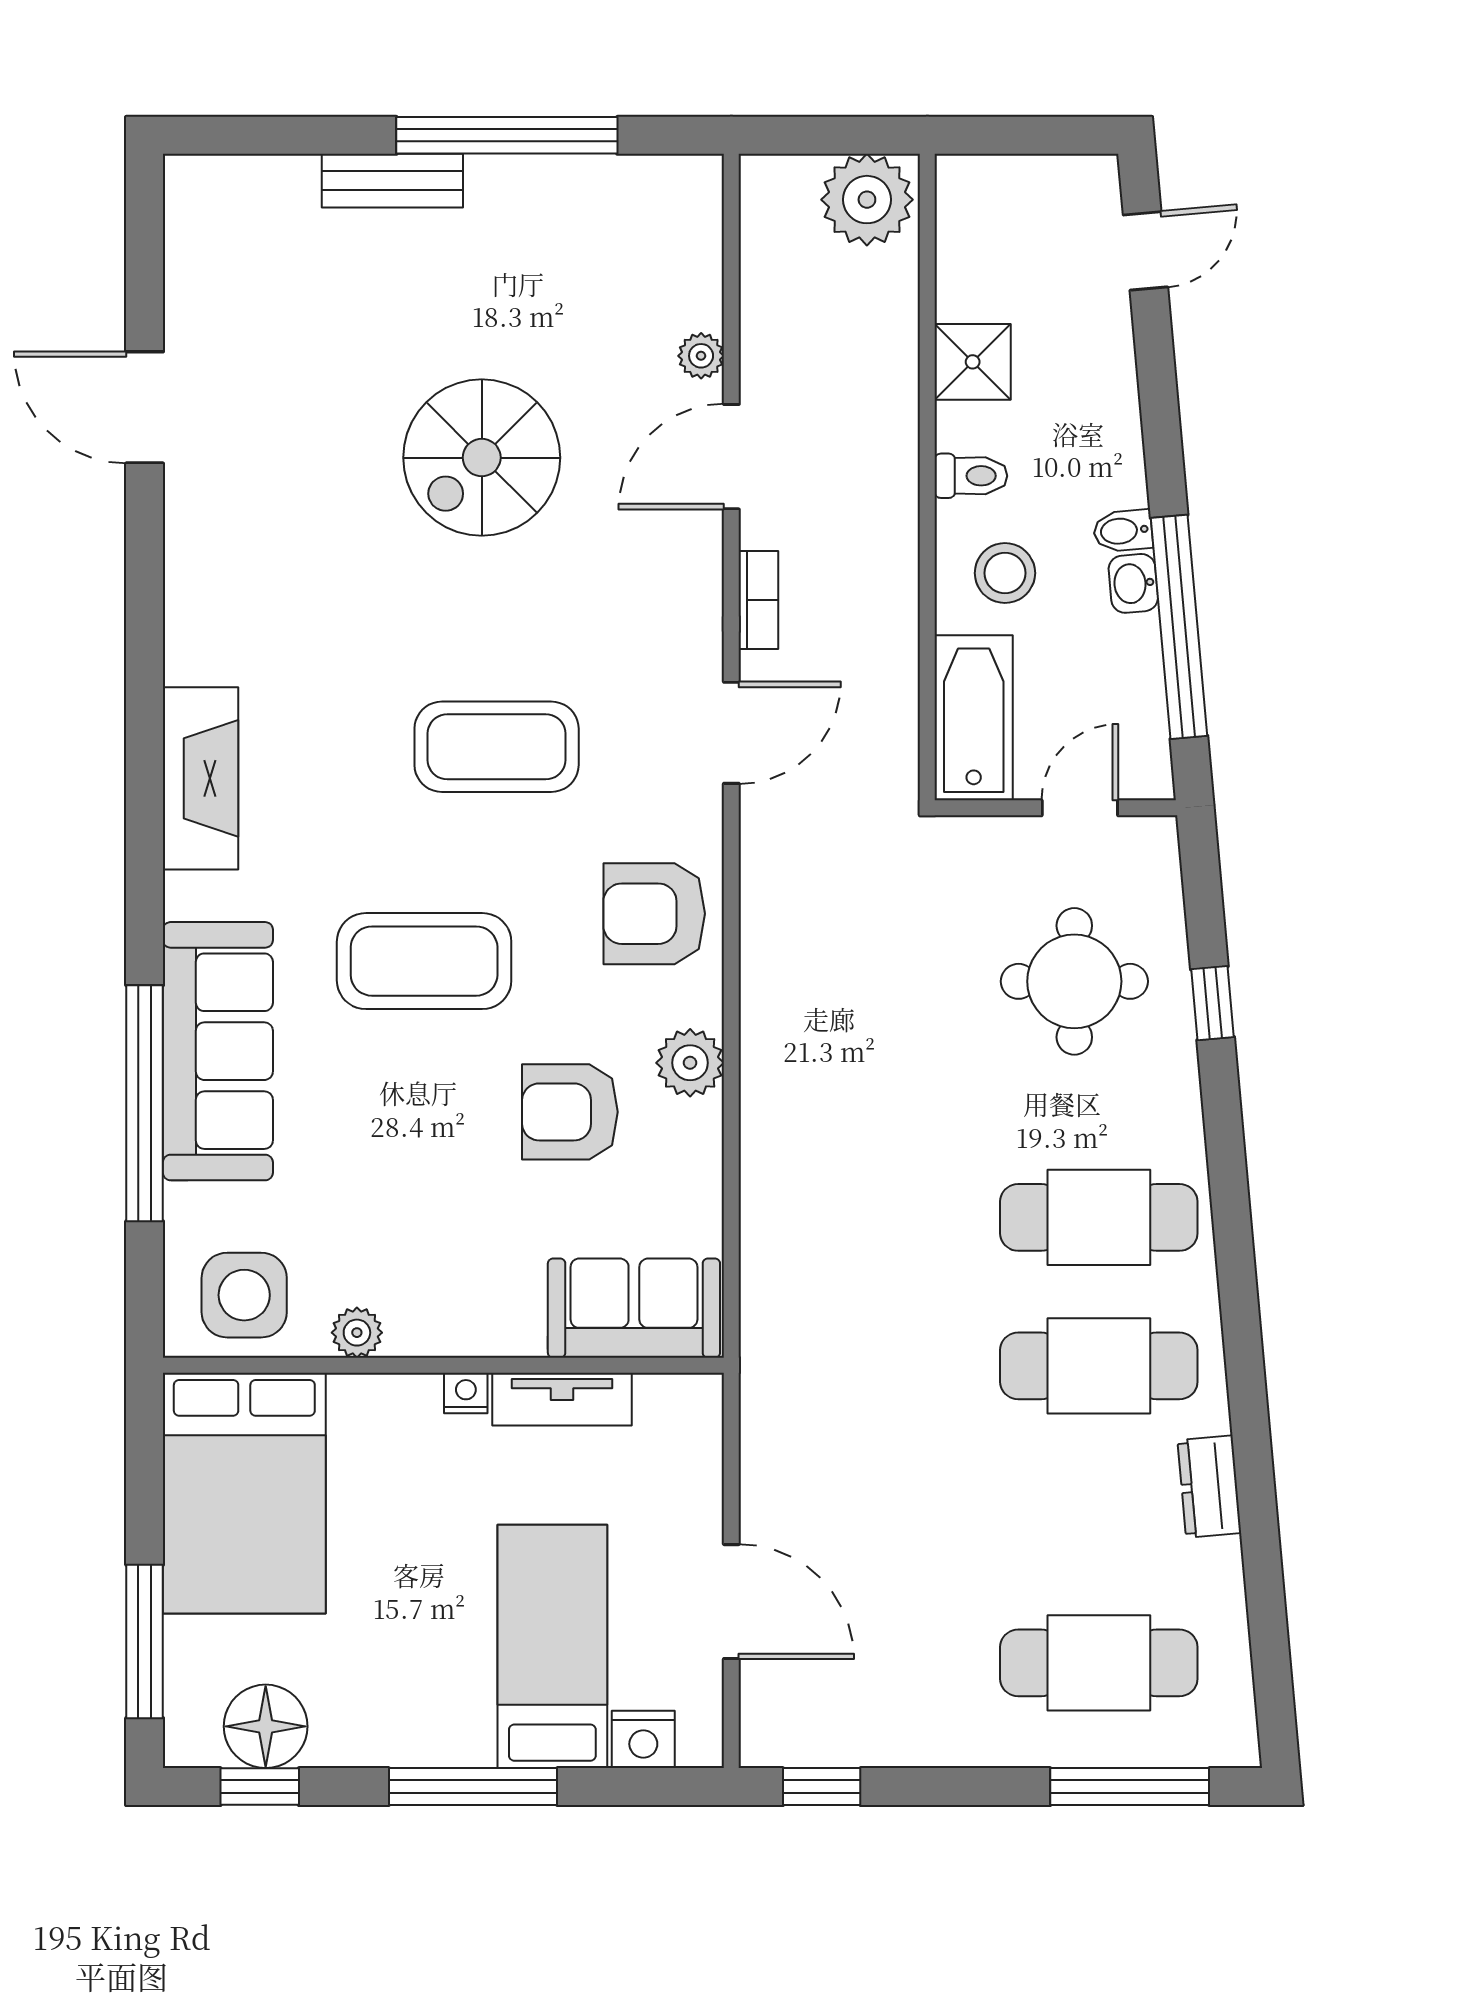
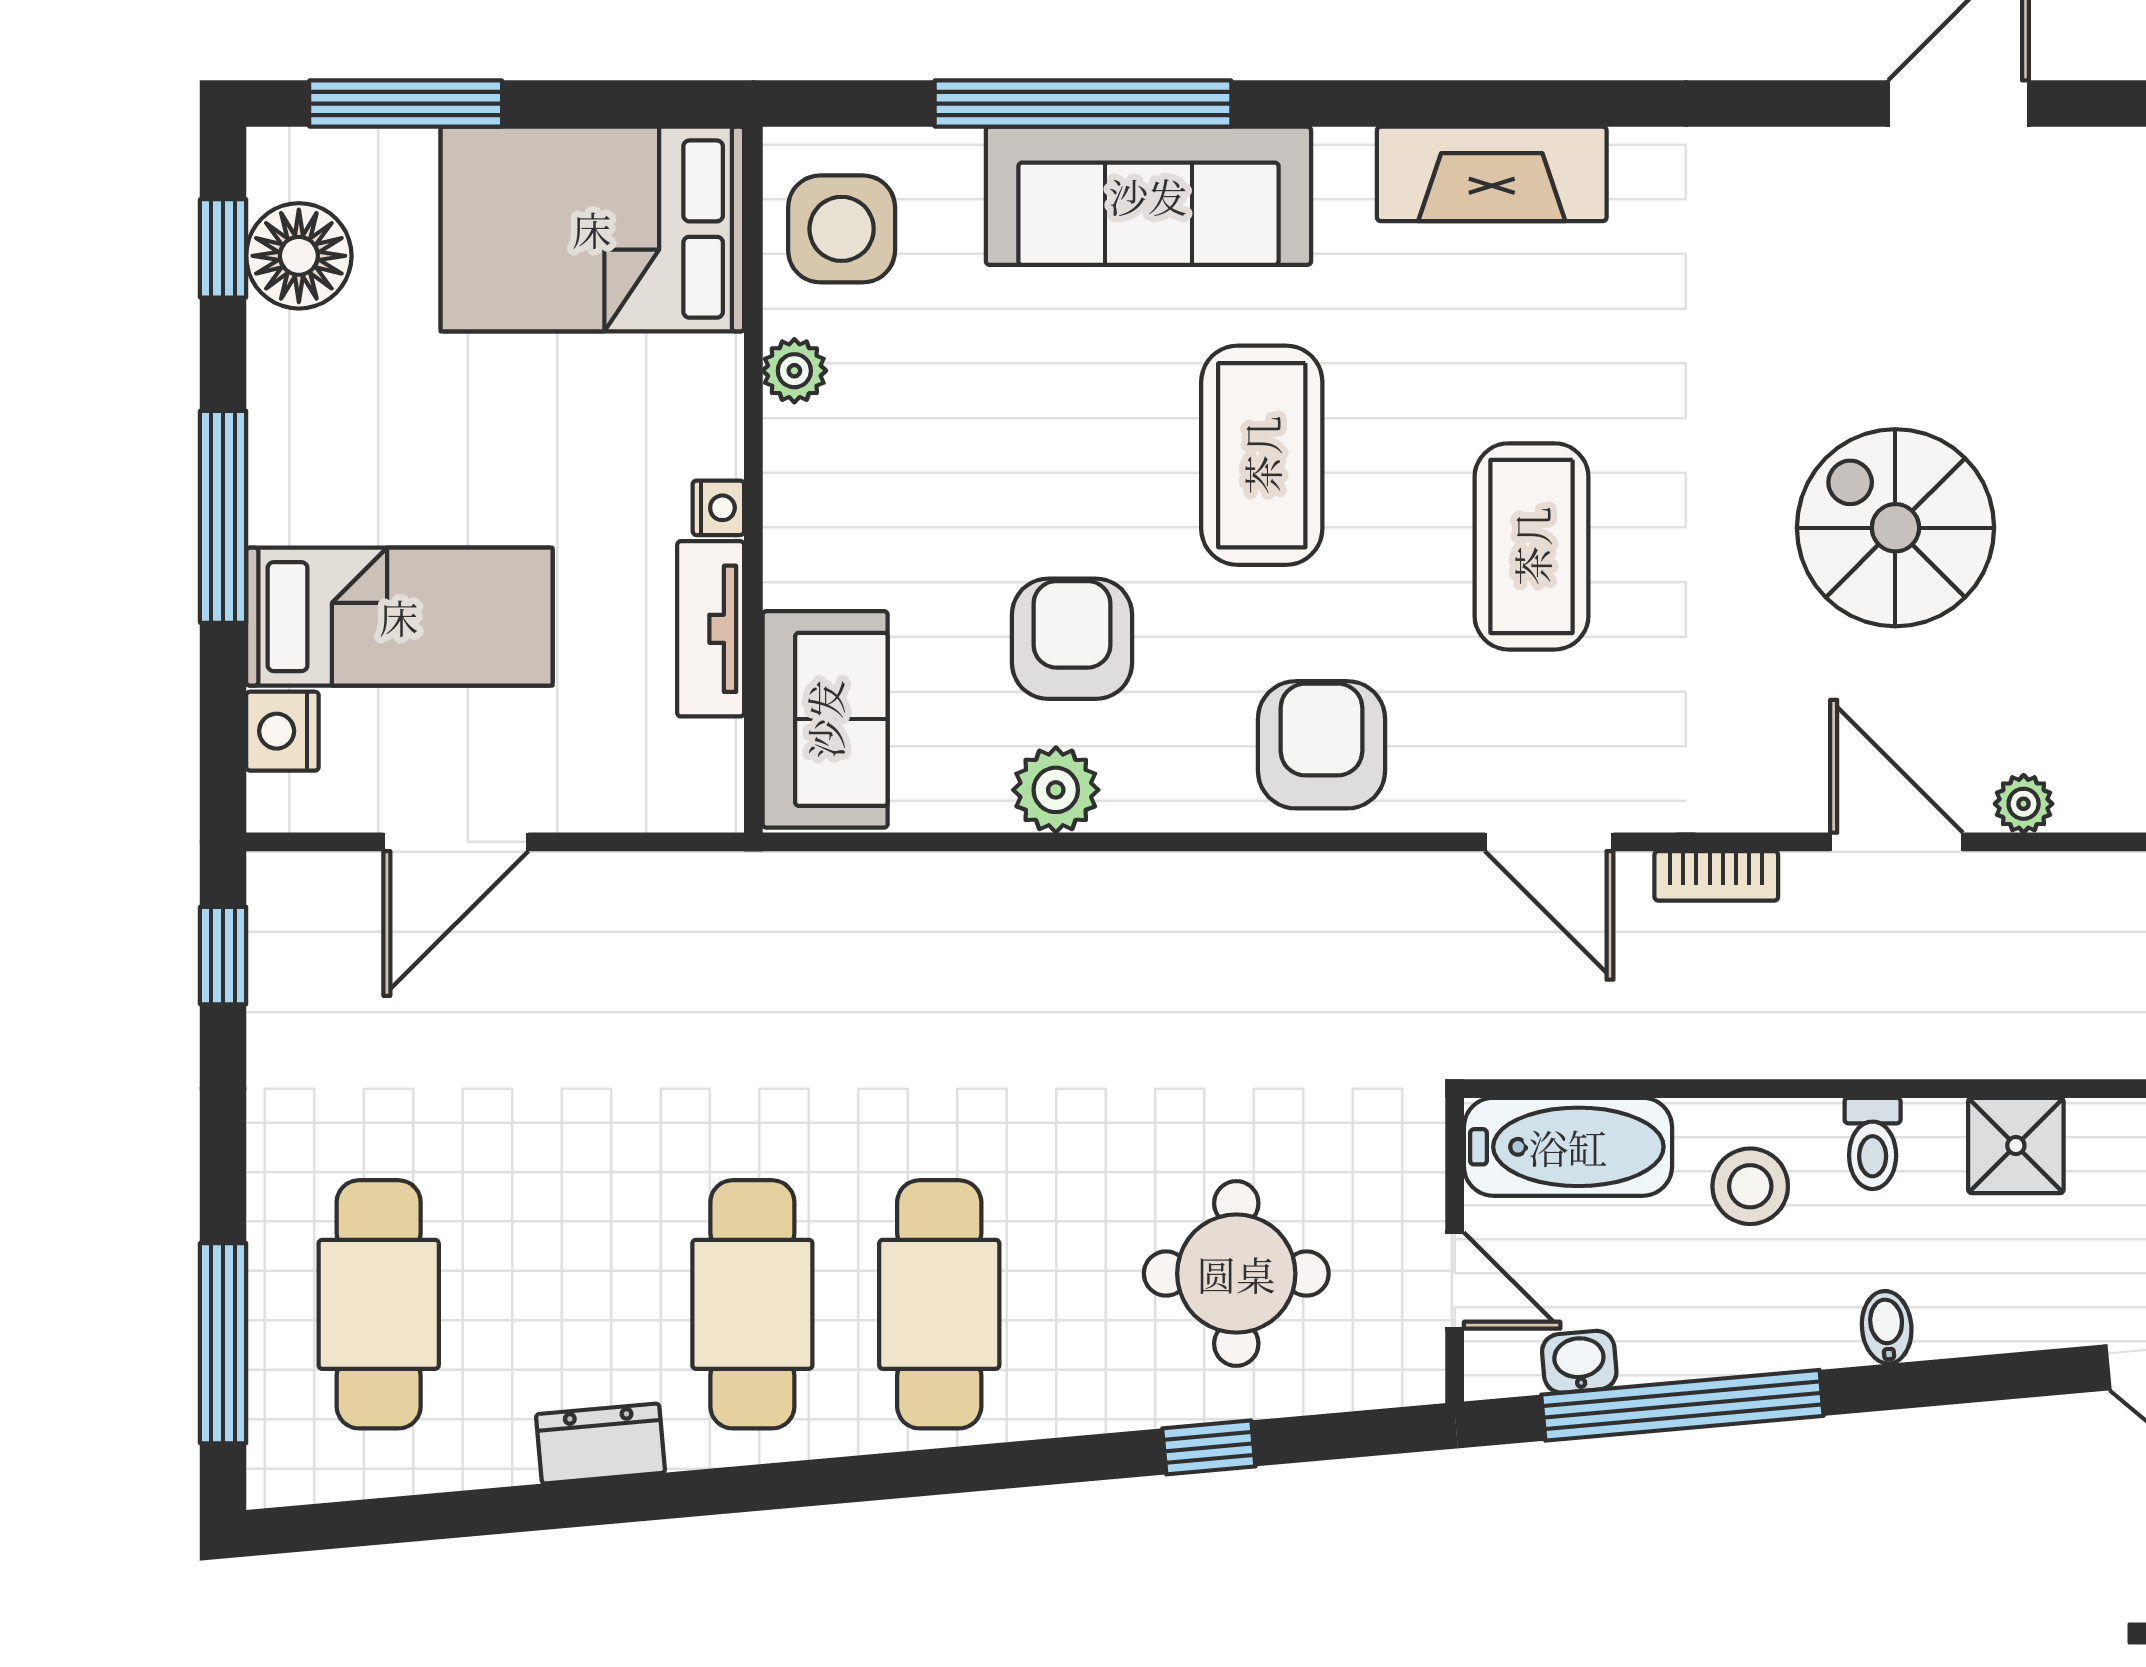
bidet: (1123, 531) -> (1887, 1327), moved
washbasin: (1133, 583) -> (1579, 1362), moved
plant: (690, 1063) -> (1056, 790), moved

